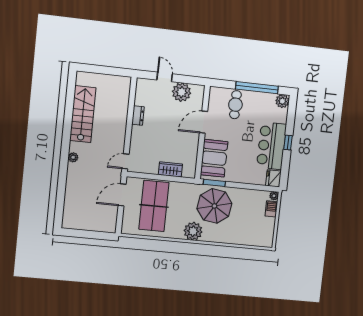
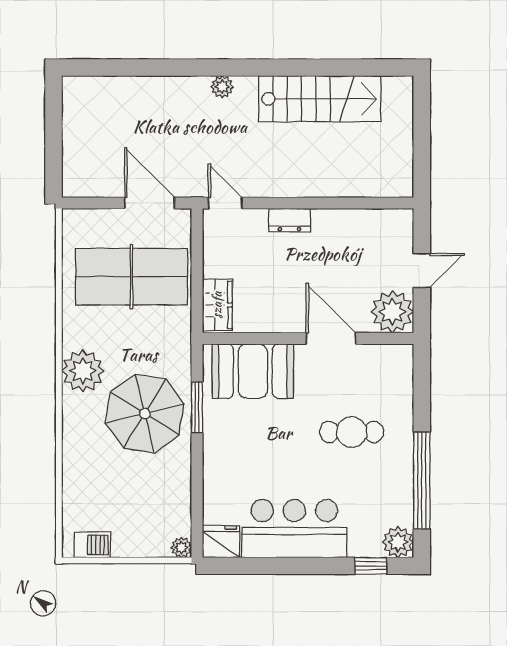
cafe table: (235, 105) -> (352, 432), moved
dresser: (138, 116) -> (289, 220), moved
door: (204, 122) -> (331, 338), moved
wall: (202, 132) -> (308, 338), moved
window: (288, 143) -> (371, 566), moved
booth: (214, 158) -> (253, 371), moved
barbecue: (271, 209) -> (92, 545), moved

